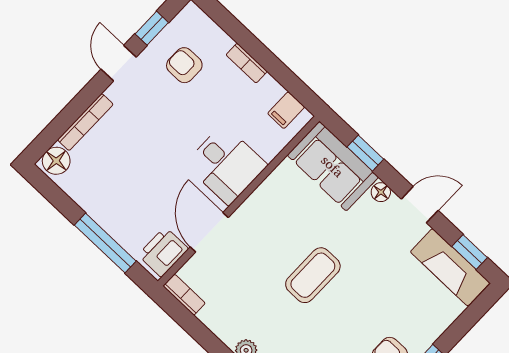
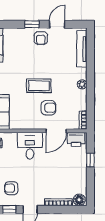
armchair: (184, 65) -> (11, 188), turned 90
window: (105, 243) -> (90, 160), width x0.46
armchair: (260, 256) -> (48, 108), added

